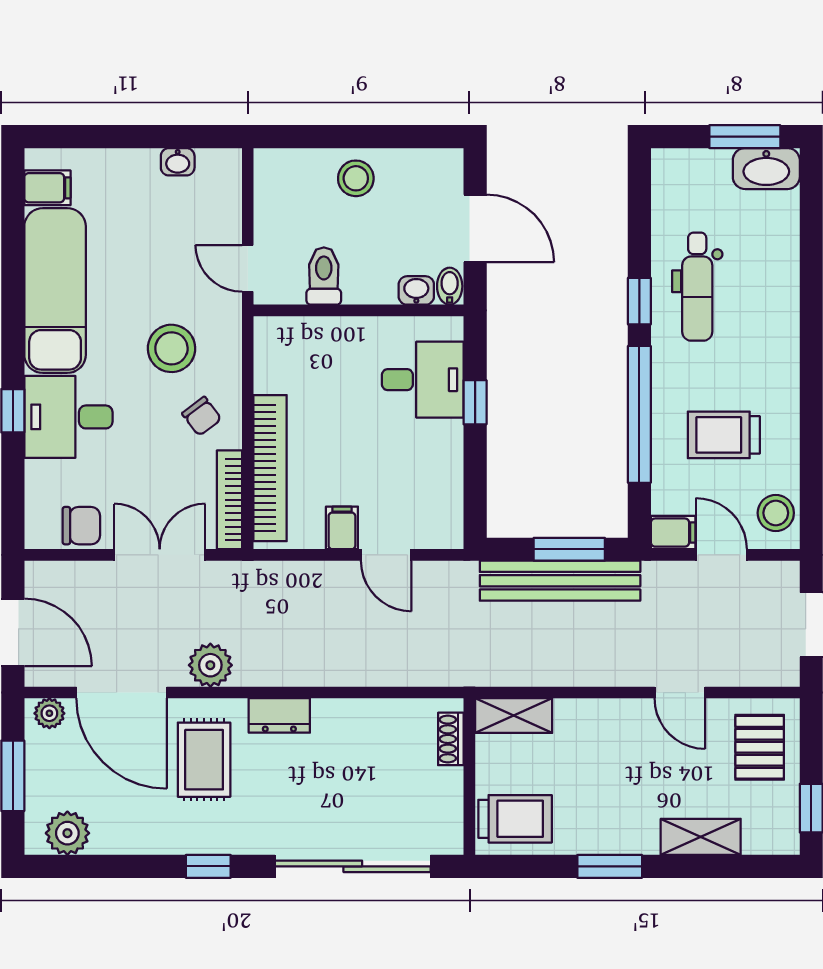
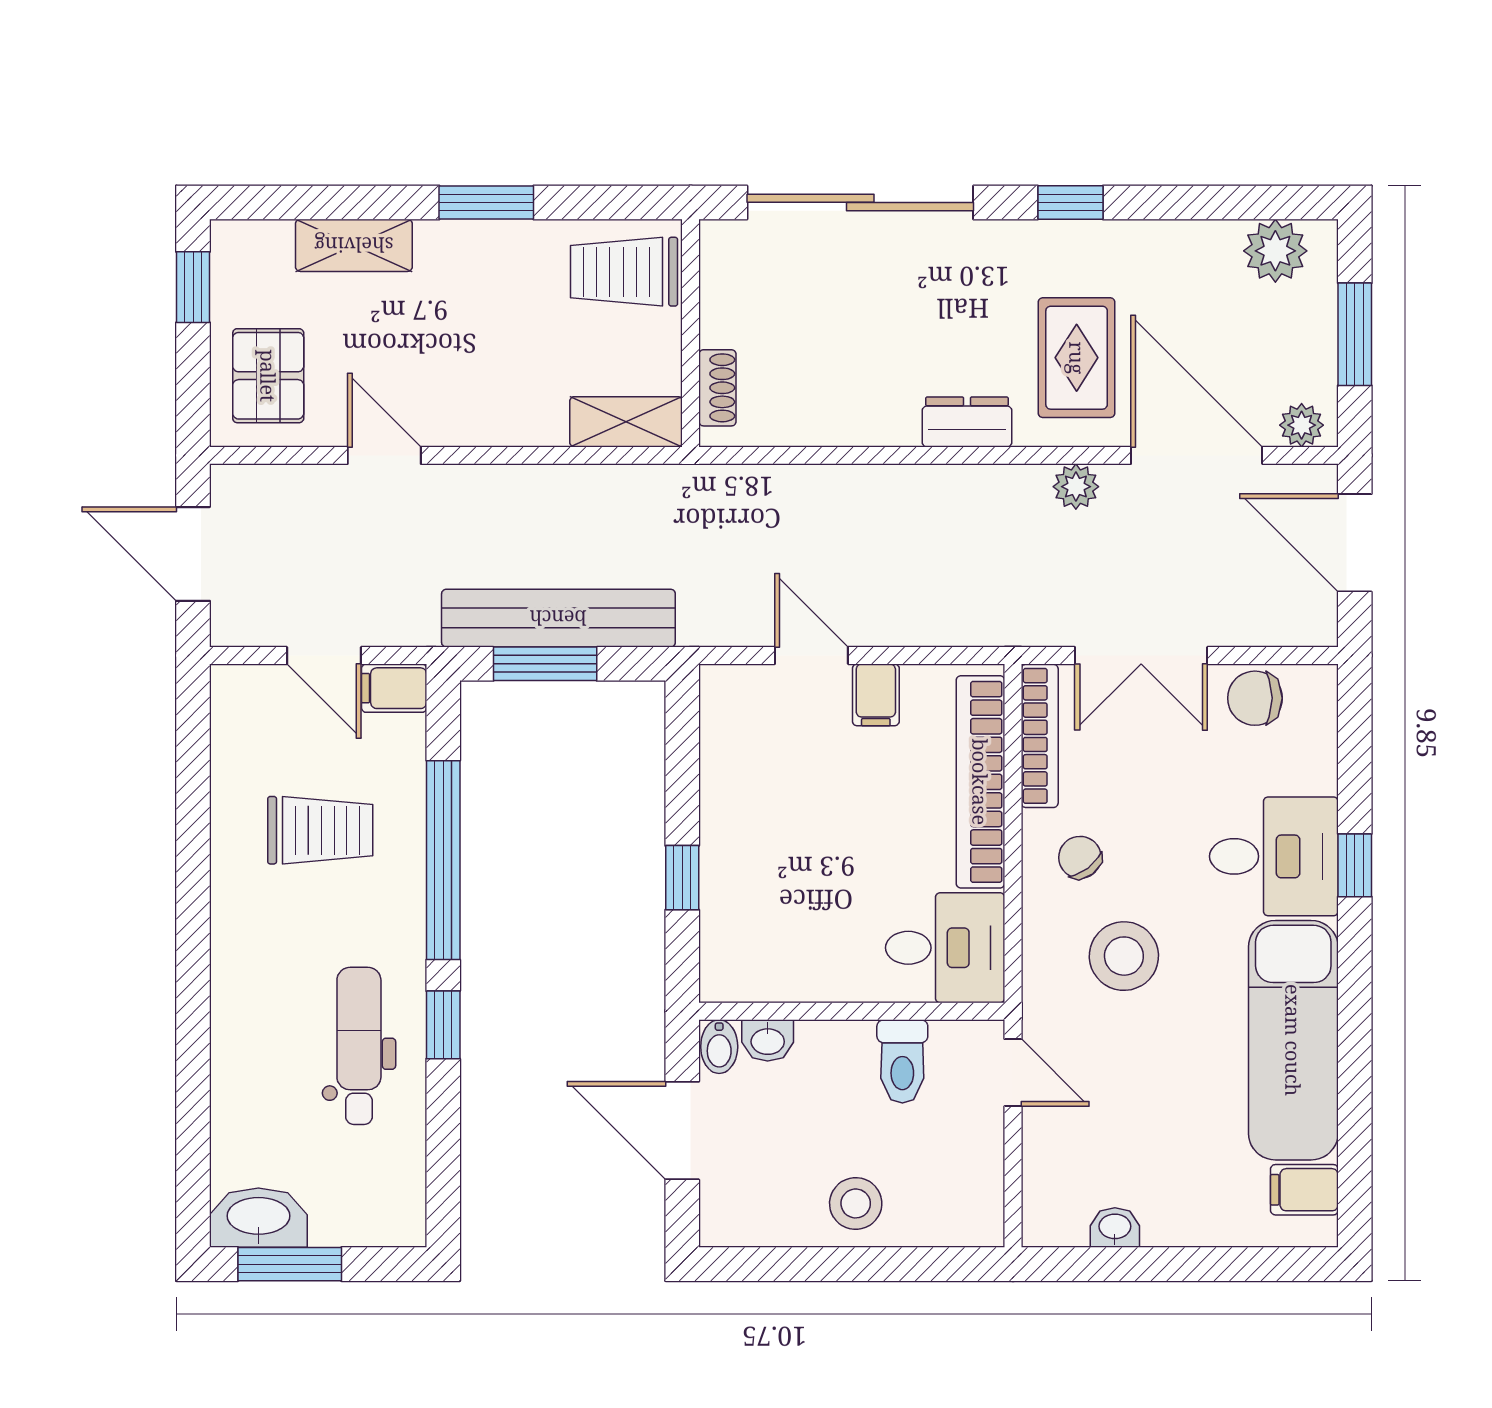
desk: (423, 380) -> (945, 948), moved, turned 180
stool: (776, 513) -> (245, 717), removed
plant: (210, 665) -> (1076, 487), width x0.73, depth x0.73

